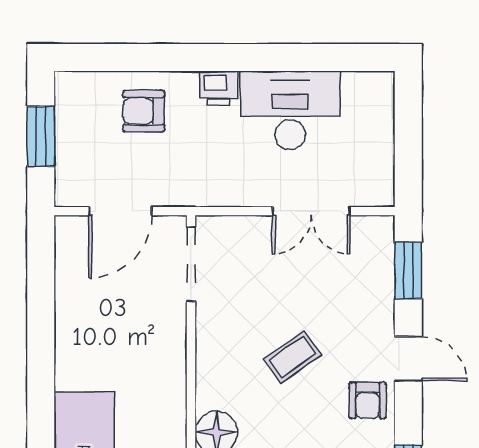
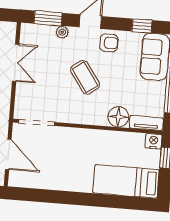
plant: (382, 302) -> (62, 32), added
coffee table: (292, 357) -> (85, 77), width x1.36, depth x1.30

